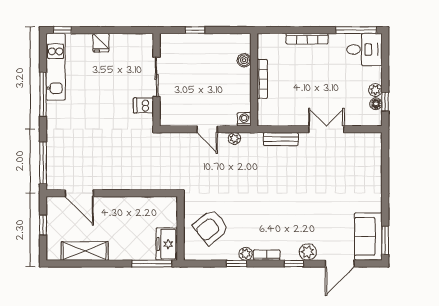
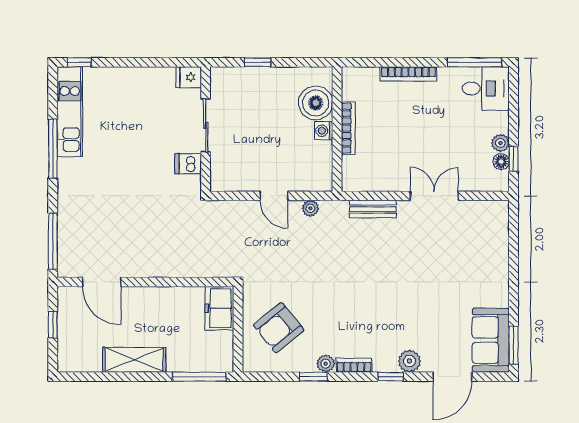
fridge: (101, 43) -> (189, 77), moved, turned 90
boiler: (244, 60) -> (316, 103), width x1.86, depth x1.86
washing machine: (244, 119) -> (324, 131), moved, turned -90
freezer: (167, 244) -> (219, 308), moved
shelving: (85, 251) -> (134, 360), moved

